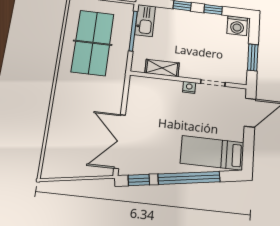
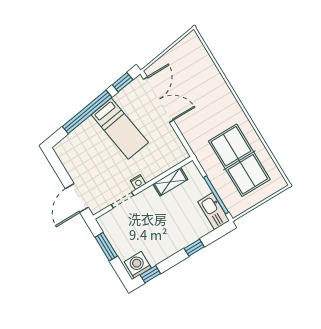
window: (213, 10) -> (150, 274), moved
bed: (212, 153) -> (120, 129), moved, turned 81

